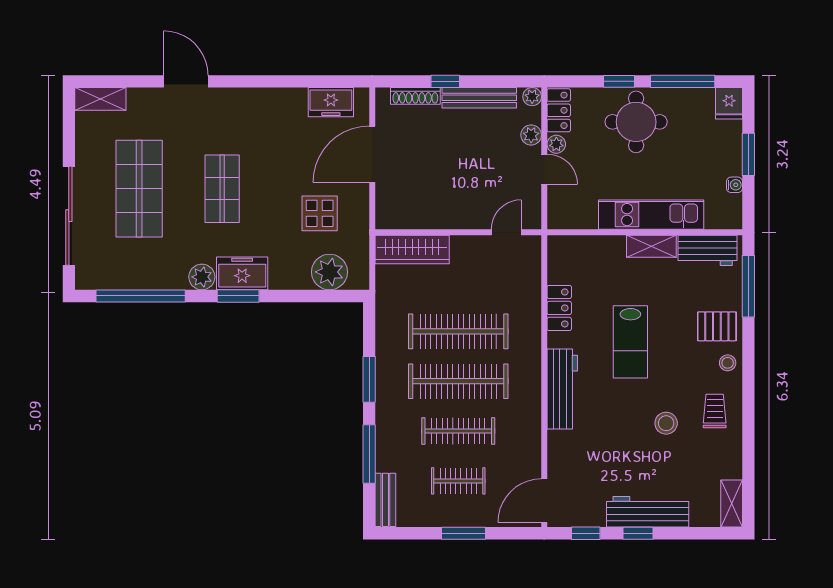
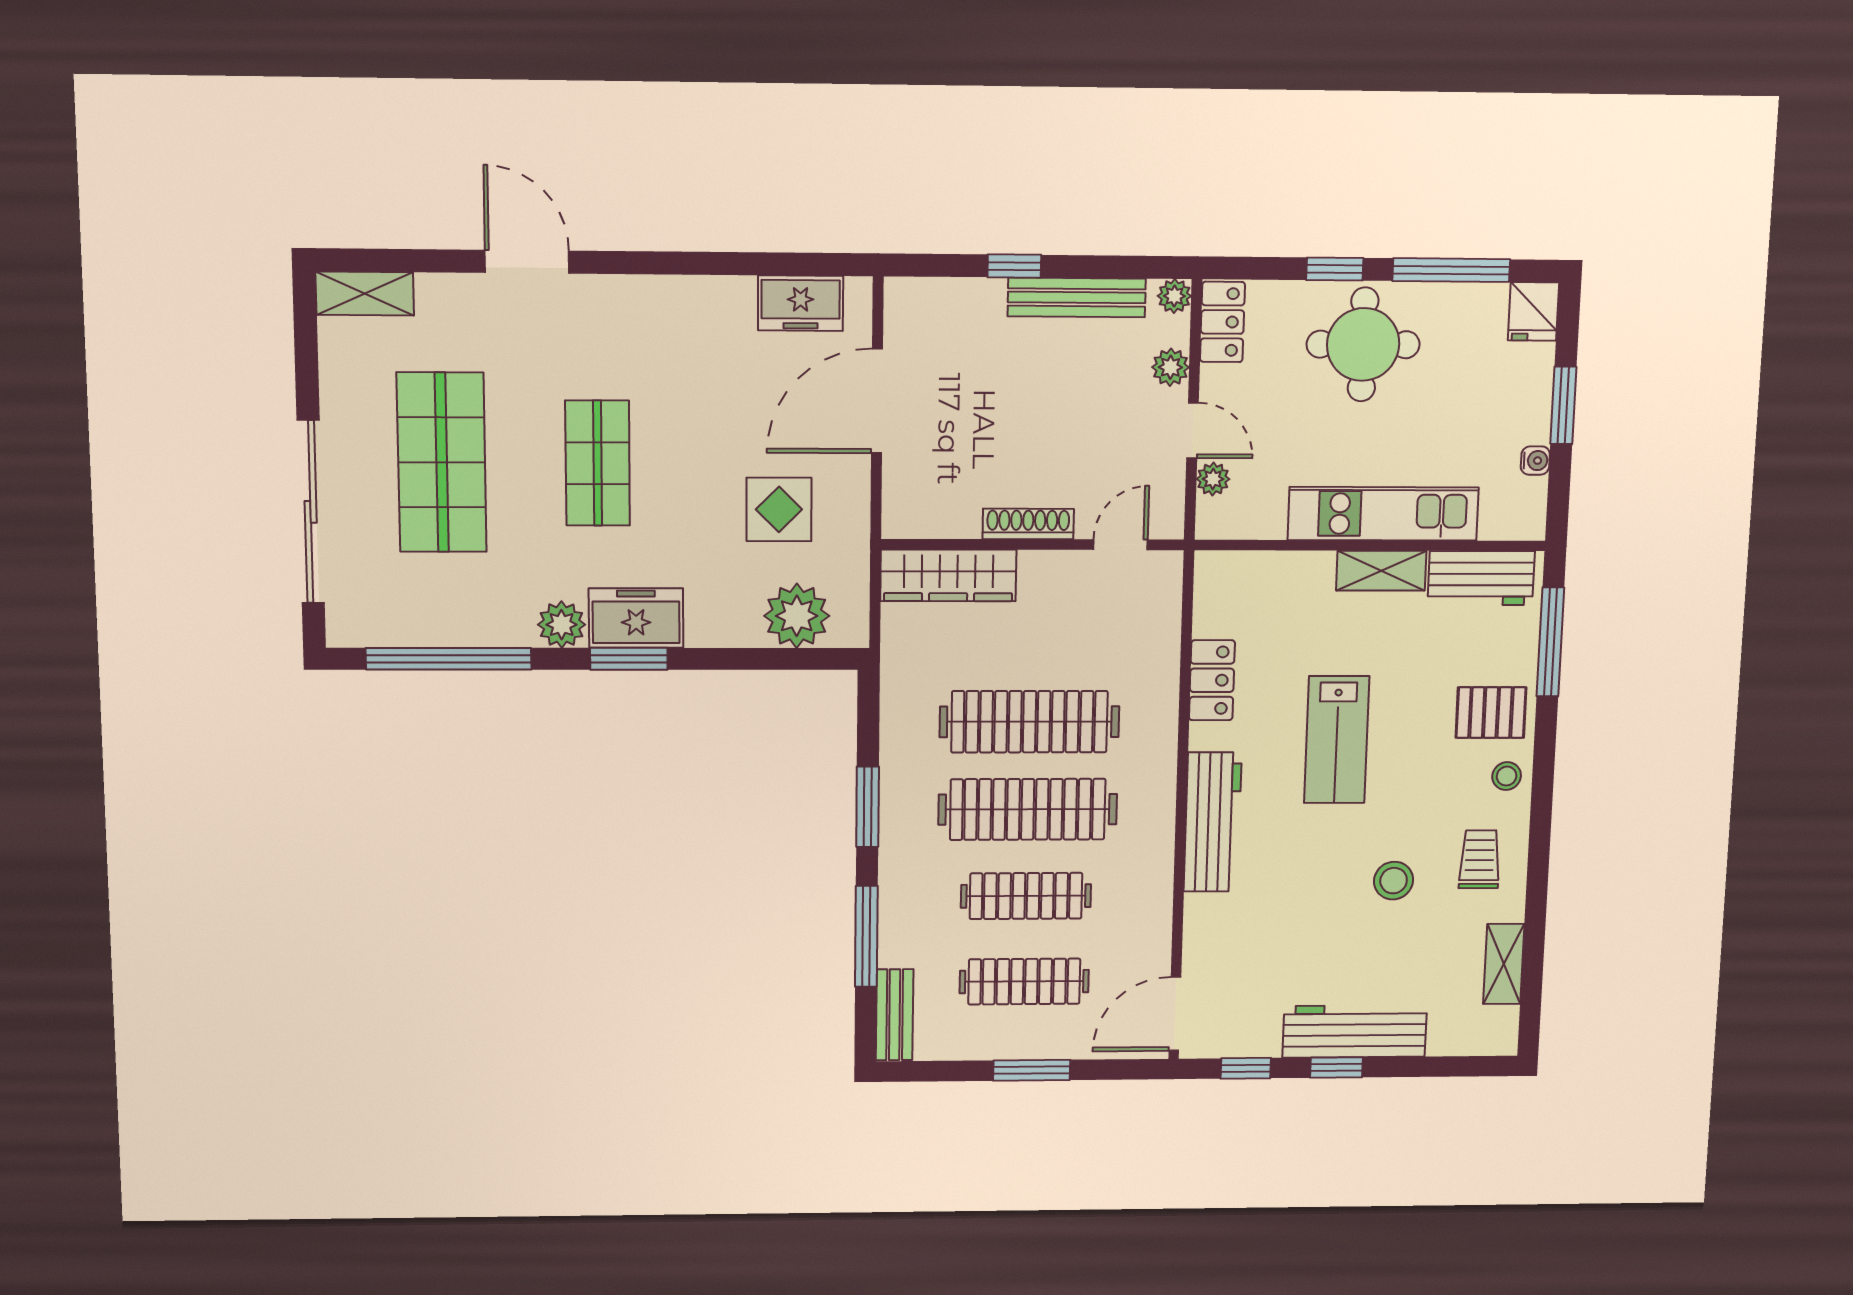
shoe rack: (415, 96) -> (1028, 524), moved, turned 180
plant: (556, 144) -> (1213, 479), moved
clothes rail: (458, 481) -> (1024, 982), width x1.36
shelving: (732, 503) -> (1504, 964), moved

